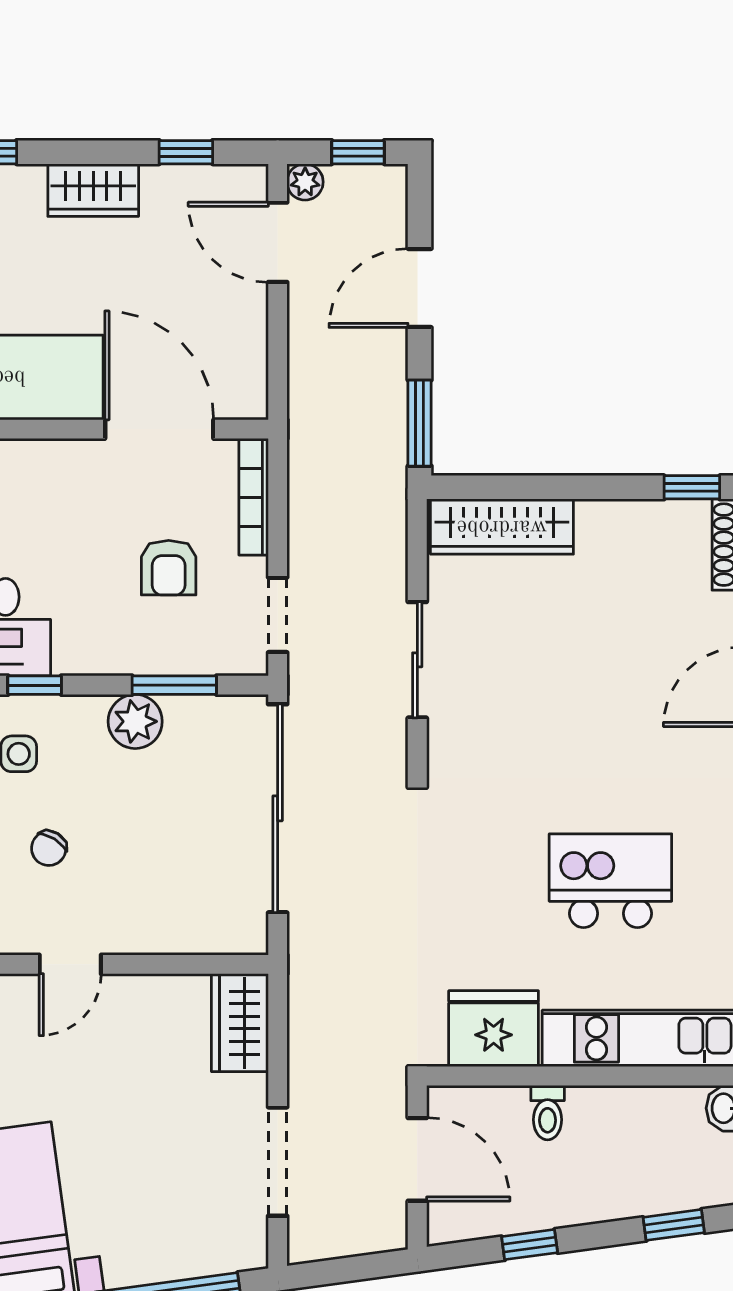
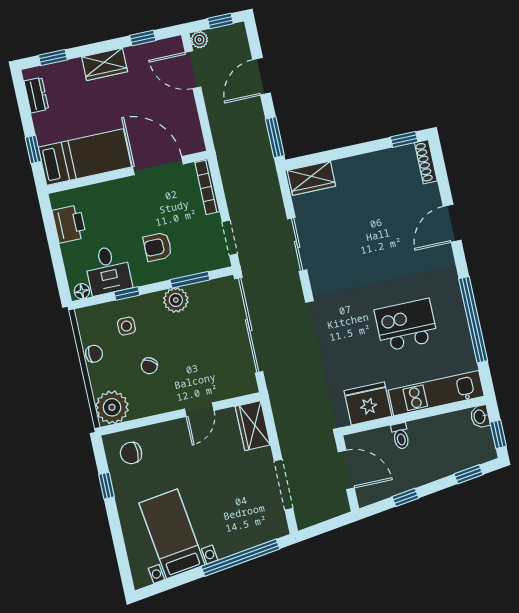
wardrobe: (502, 527) -> (311, 178), width x0.67
armchair: (169, 568) -> (158, 247), moved, turned 90
door: (70, 964) -> (199, 410), moved

